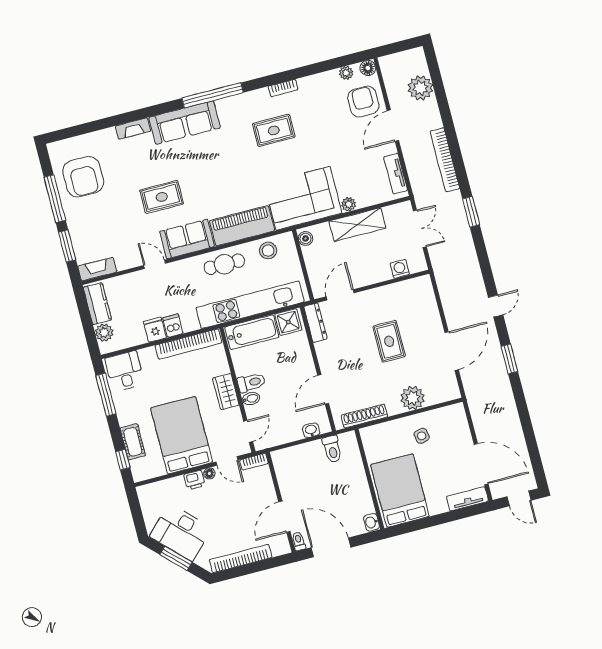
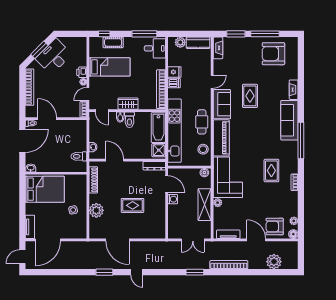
armchair: (363, 102) -> (275, 226), turned 180
washing machine: (400, 269) -> (173, 199), moved
bed: (182, 435) -> (110, 67), width x0.67

